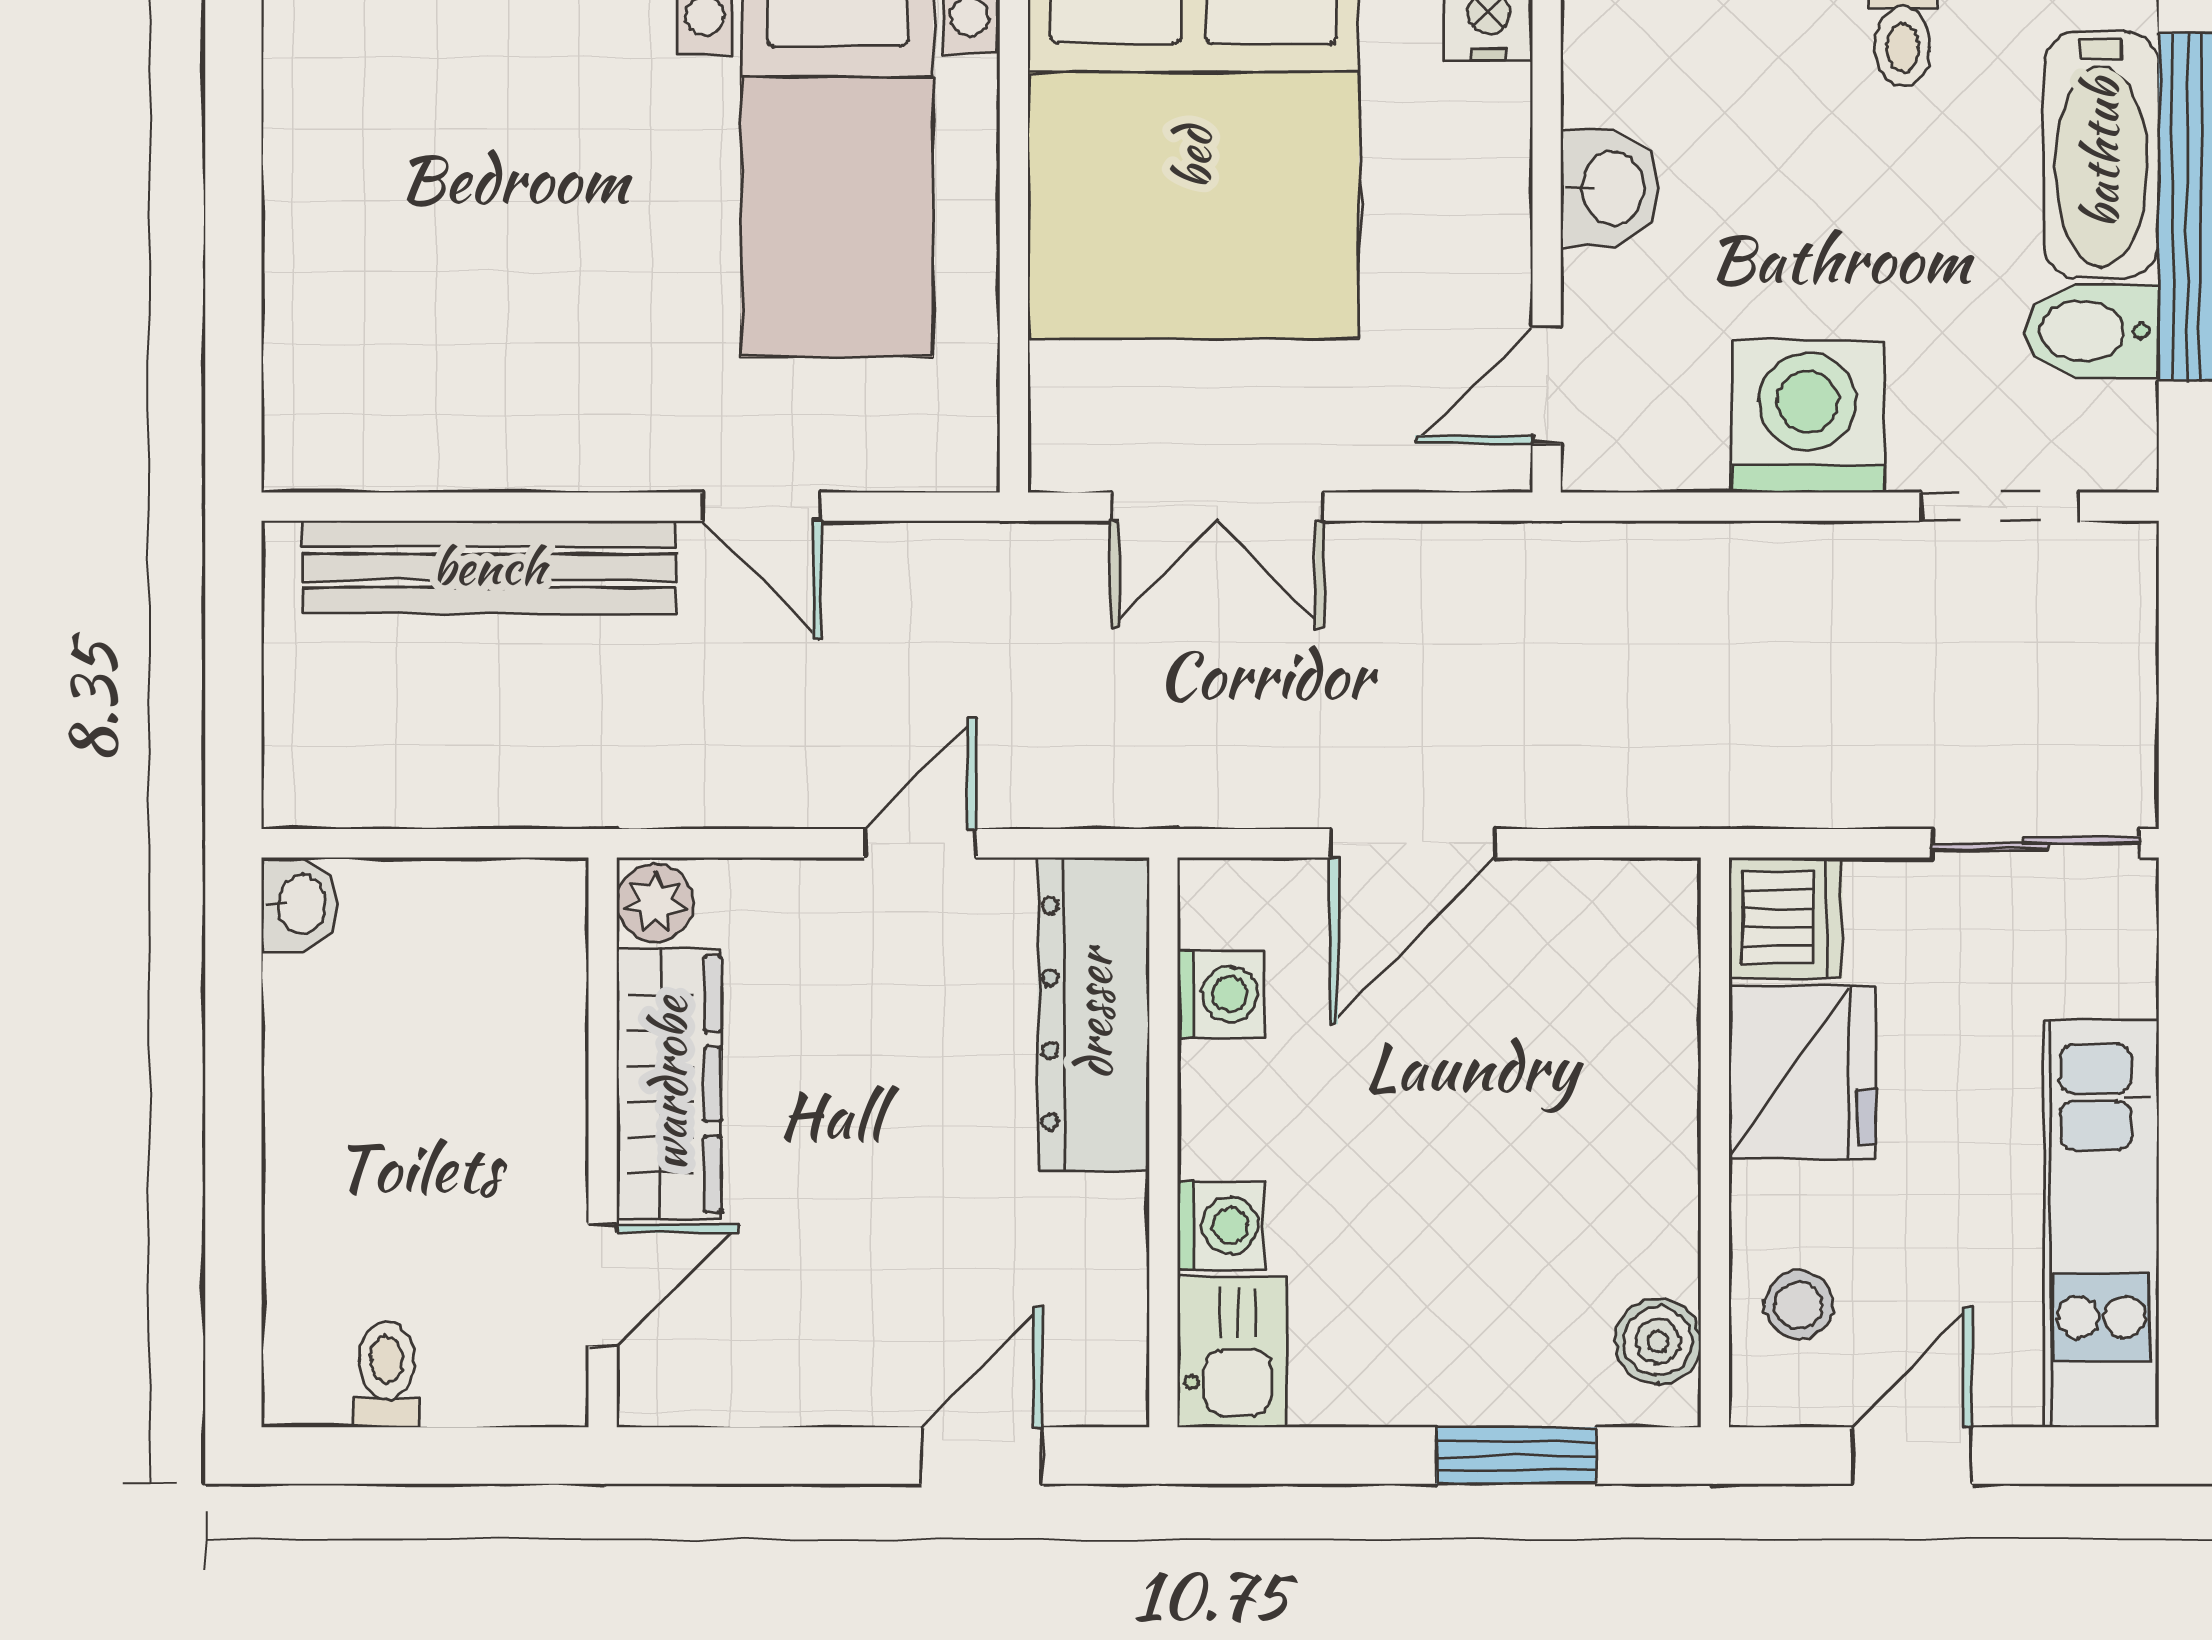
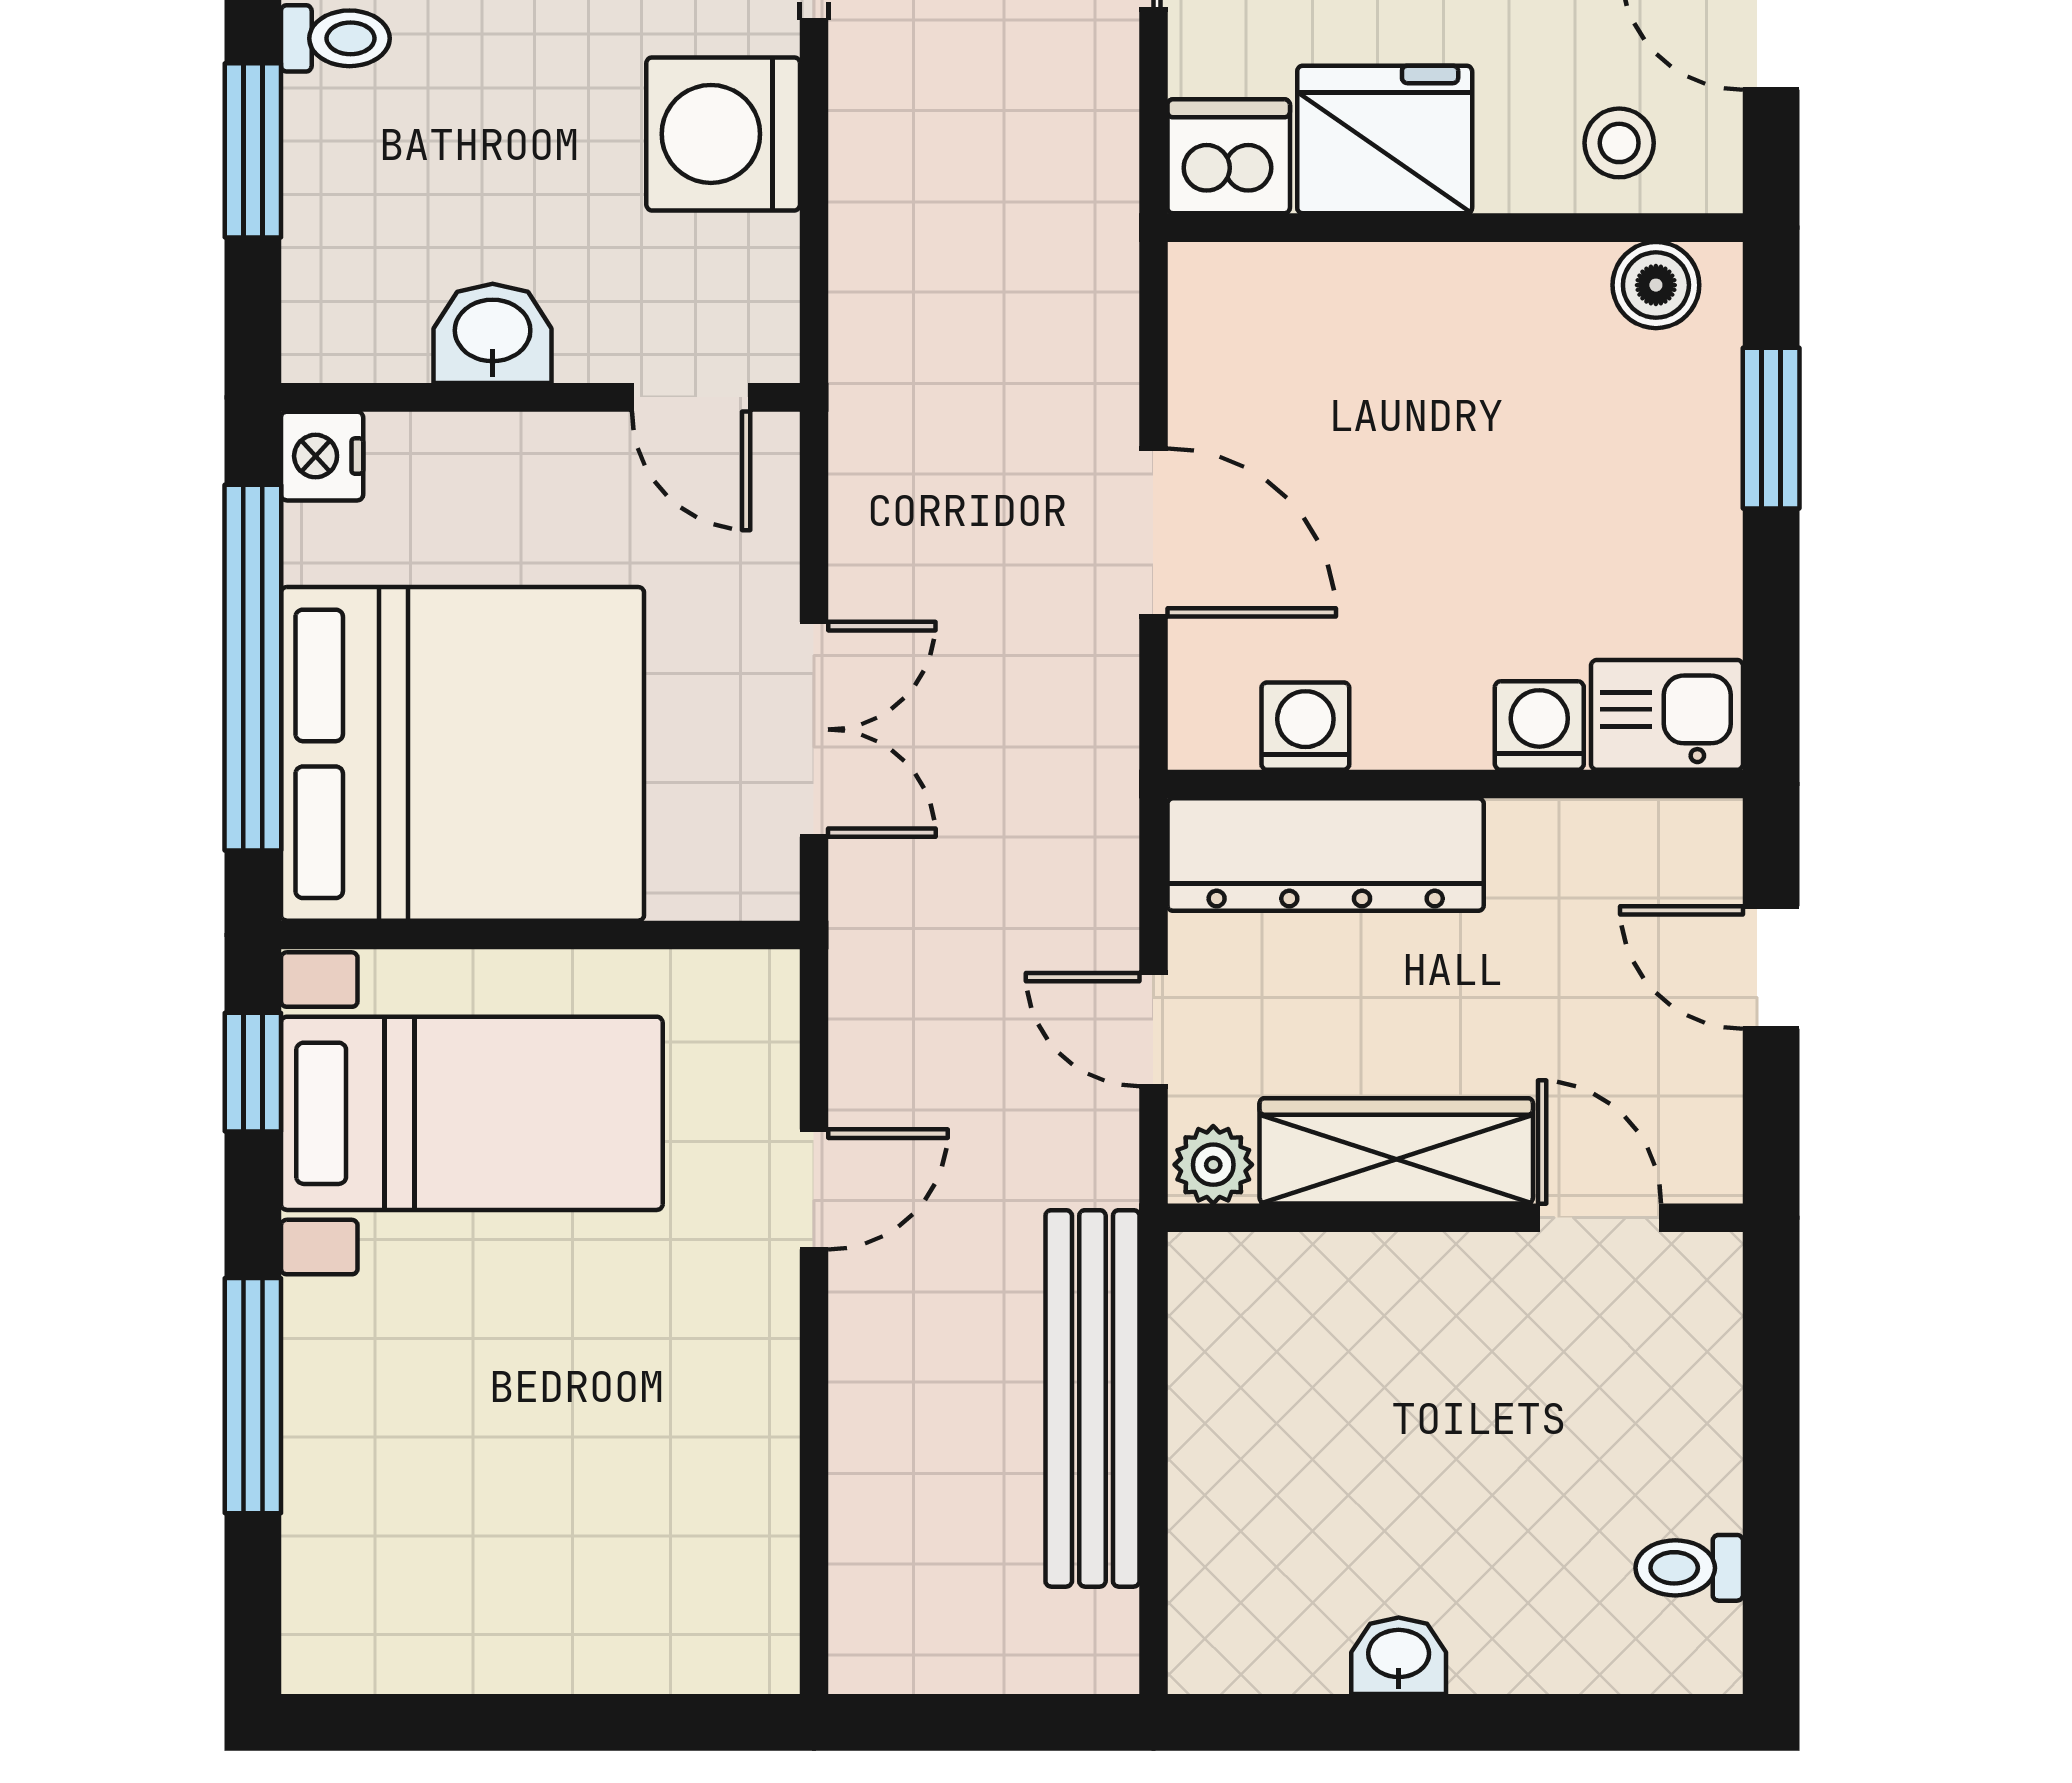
bench: (489, 567) -> (1092, 1398), moved
plant: (655, 903) -> (1213, 1165), moved
washbasin: (299, 904) -> (1399, 1656), moved
wardrobe: (669, 1084) -> (1396, 1151), moved
wall: (603, 1142) -> (1455, 1218), moved
door: (603, 1285) -> (1599, 1218), moved

